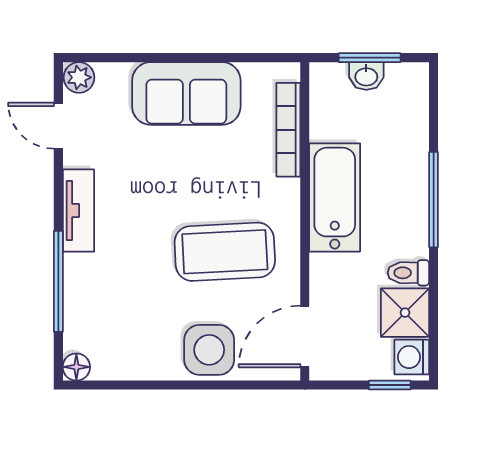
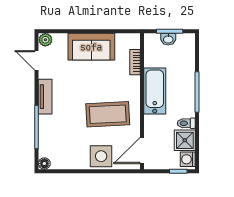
bookcase: (288, 130) -> (135, 62), width x0.64

